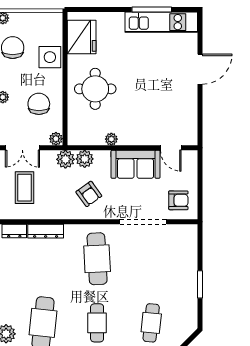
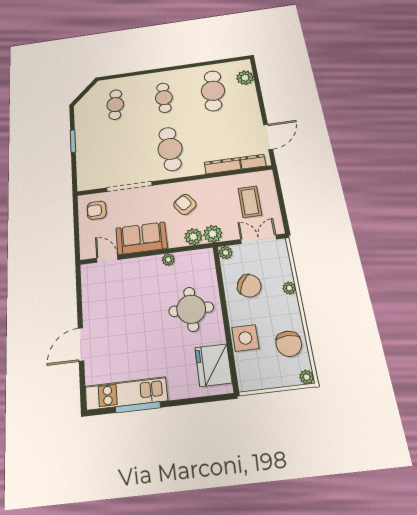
chair: (39, 104) -> (249, 286), turned -59

